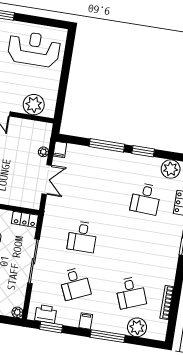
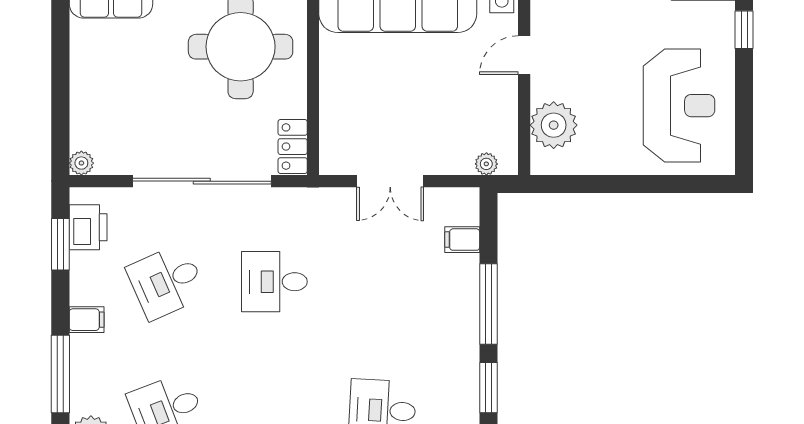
filing cabinet: (60, 150) -> (462, 240), moved
plant: (43, 152) -> (486, 164), moved
sliding door: (34, 261) -> (202, 181), width x1.36

